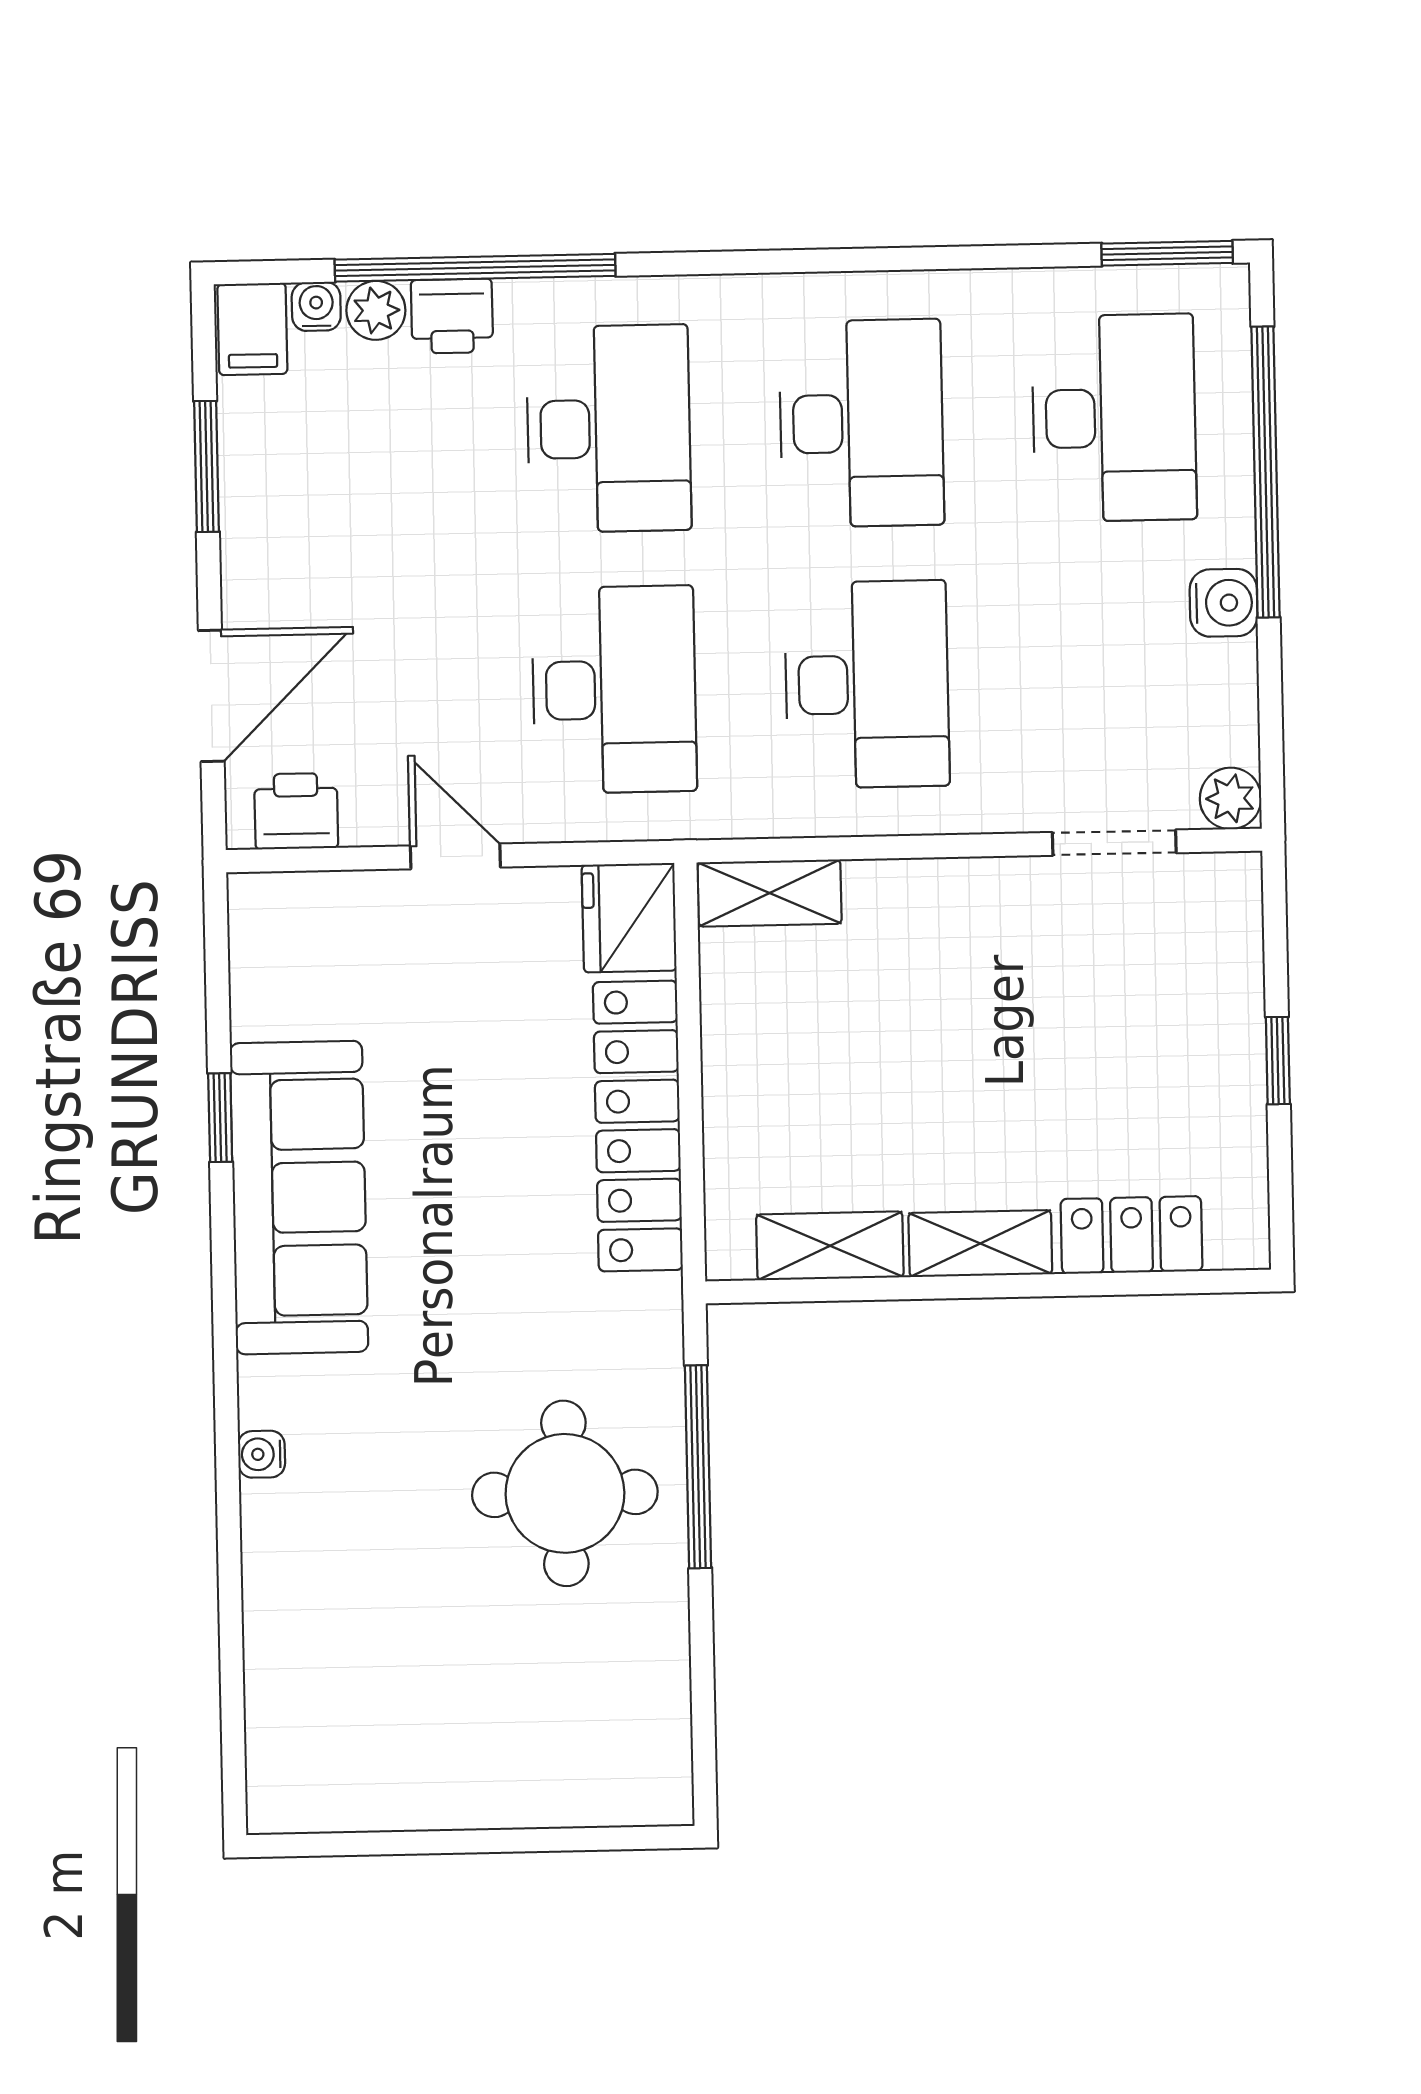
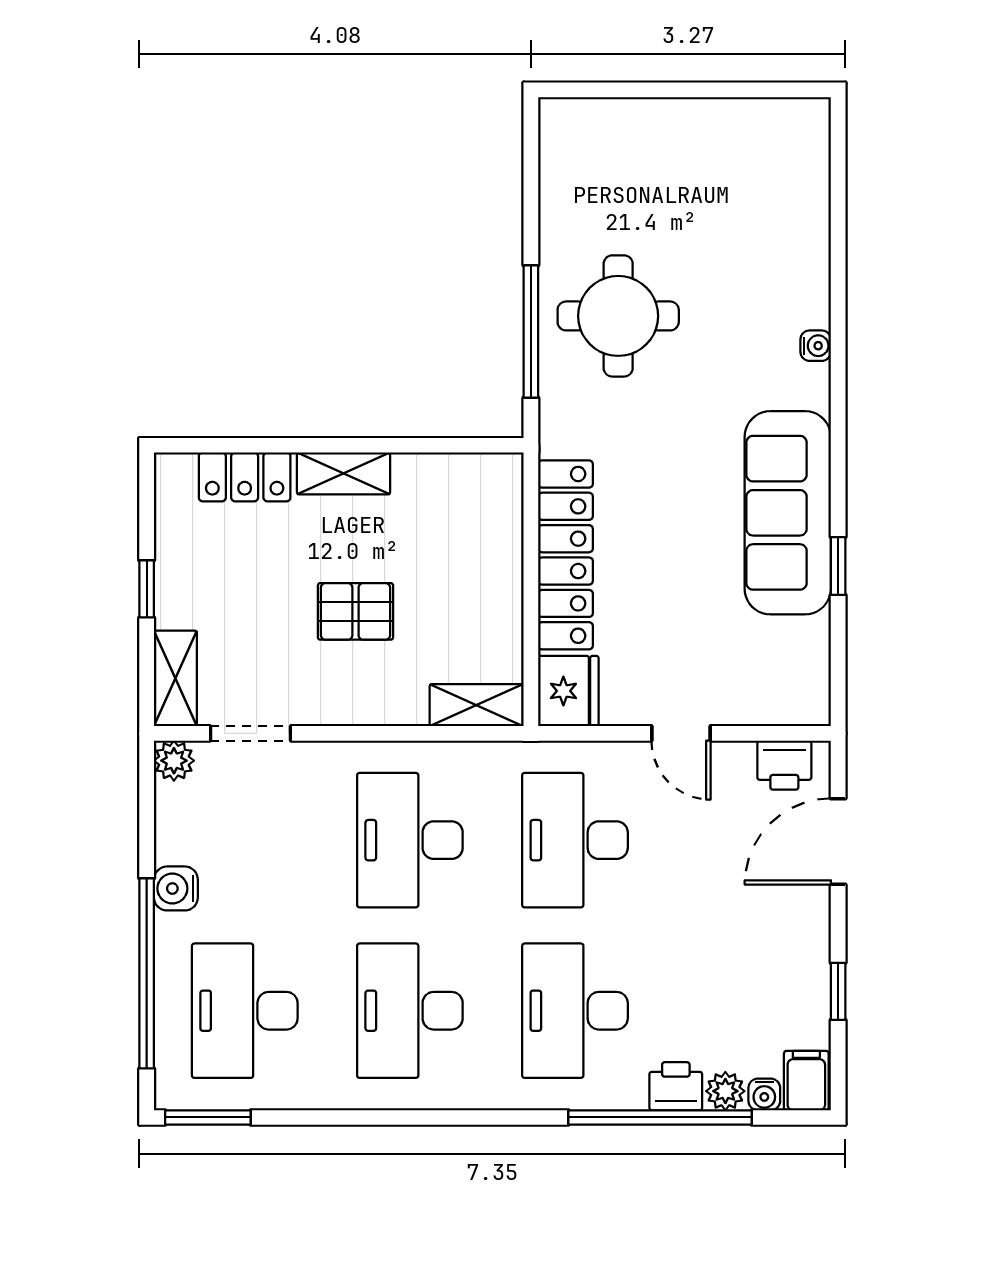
window: (207, 466) -> (838, 991), width x0.67
pallet: (957, 1033) -> (355, 611), added
shelving: (830, 1246) -> (175, 678), moved, turned 90

